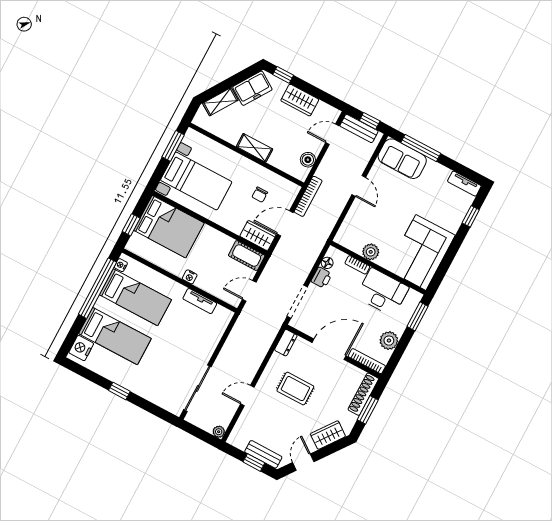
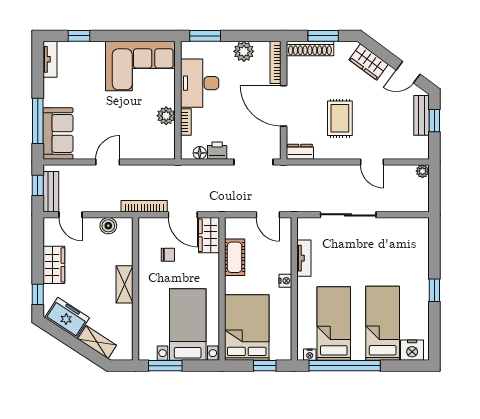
cot: (247, 256) -> (235, 257), moved
sliding door: (197, 388) -> (348, 215), moved

